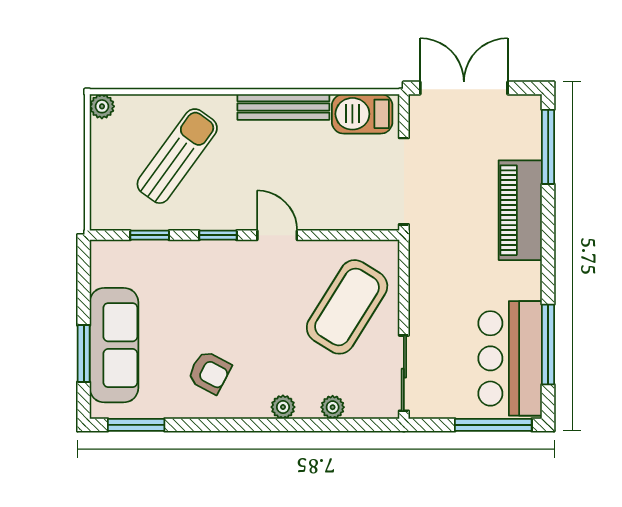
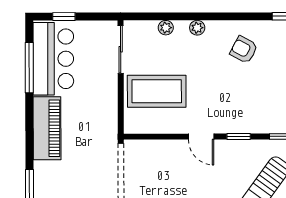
piano: (520, 210) -> (47, 128), moved
coffee table: (347, 307) -> (157, 91), turned 58
window: (493, 425) -> (64, 17), width x0.46

